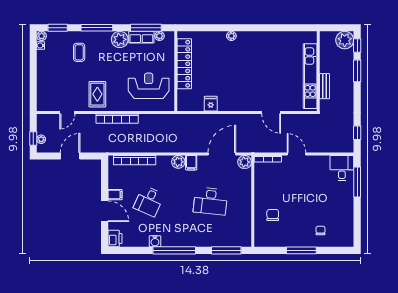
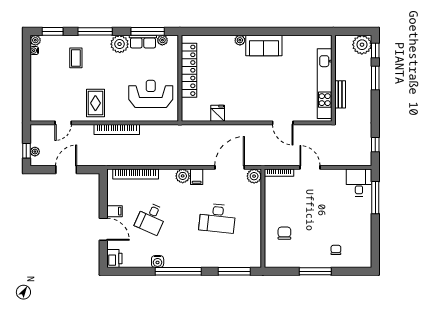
sofa: (254, 41) -> (264, 46), added

